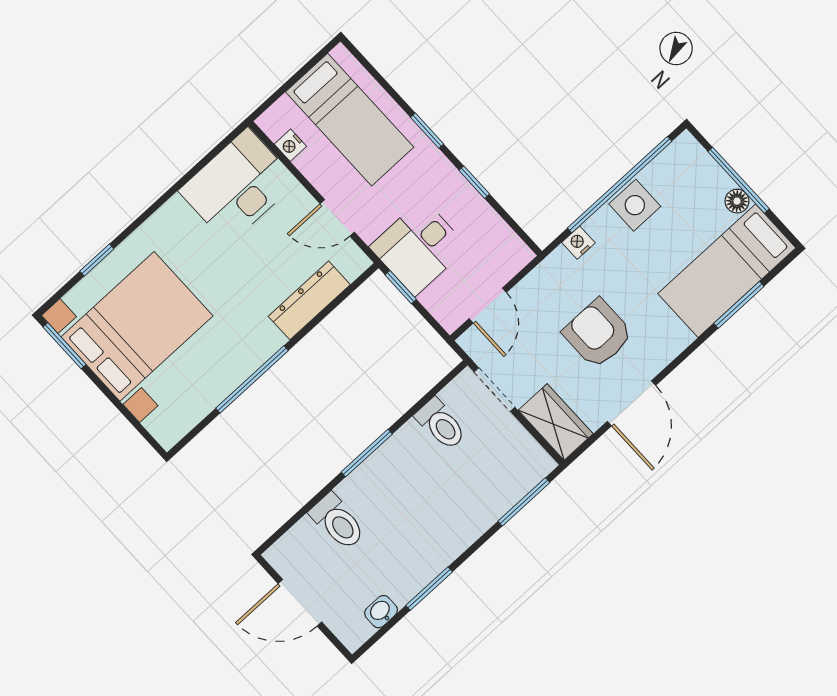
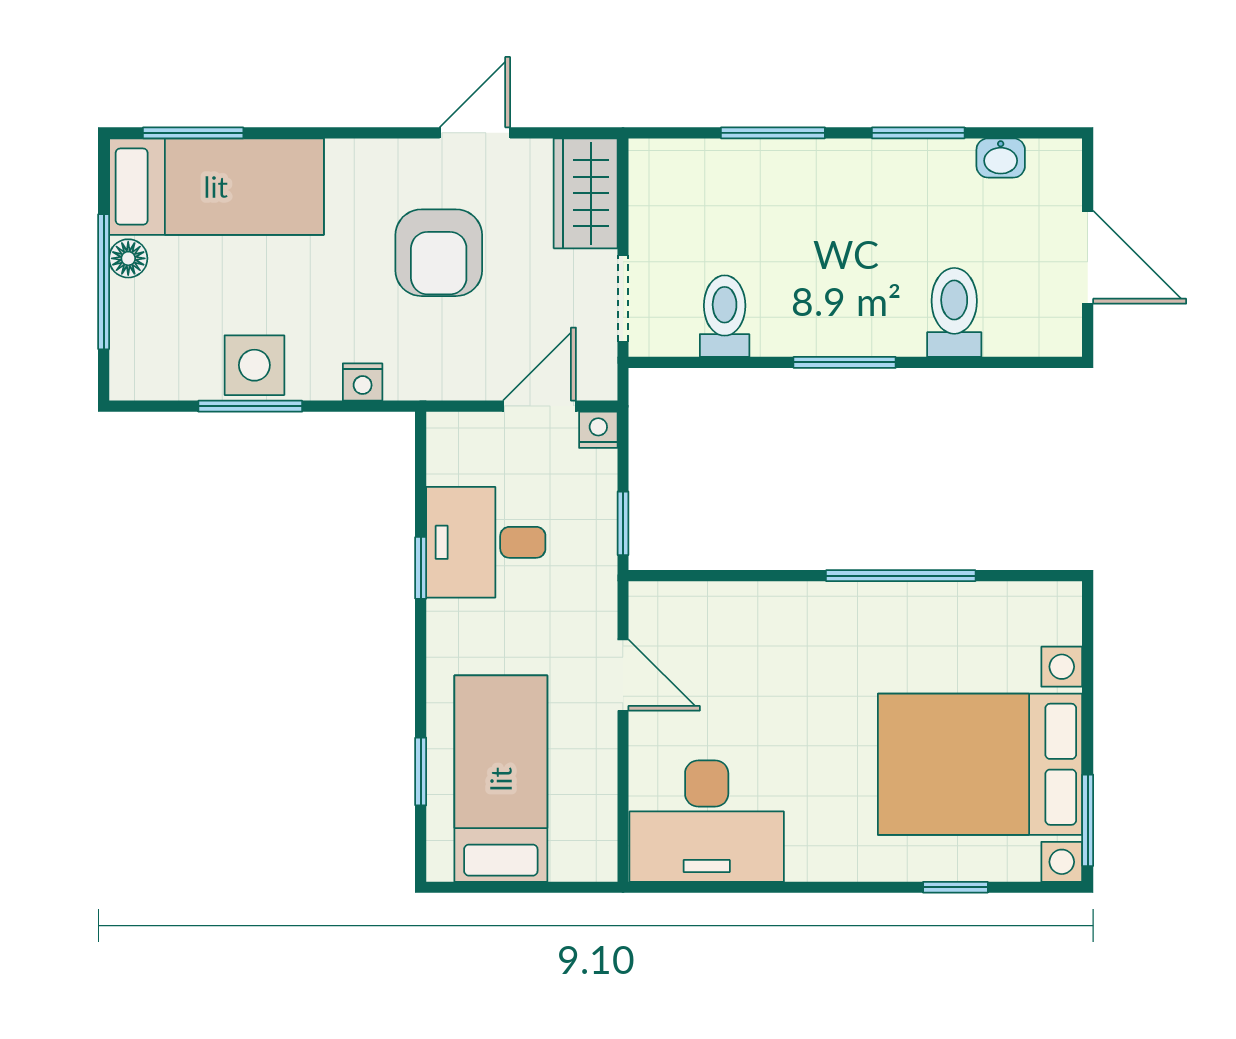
window: (427, 131) -> (421, 771), moved
nightstand: (290, 145) -> (598, 430), moved, turned -90
window: (620, 185) -> (250, 406), width x0.47
desk: (419, 247) -> (486, 542), moved, turned 180
dresser: (309, 300) -> (746, 607), removed
window: (739, 305) -> (193, 133), moved
door: (631, 403) -> (475, 133), width x0.73
window: (524, 502) -> (773, 133), moved

